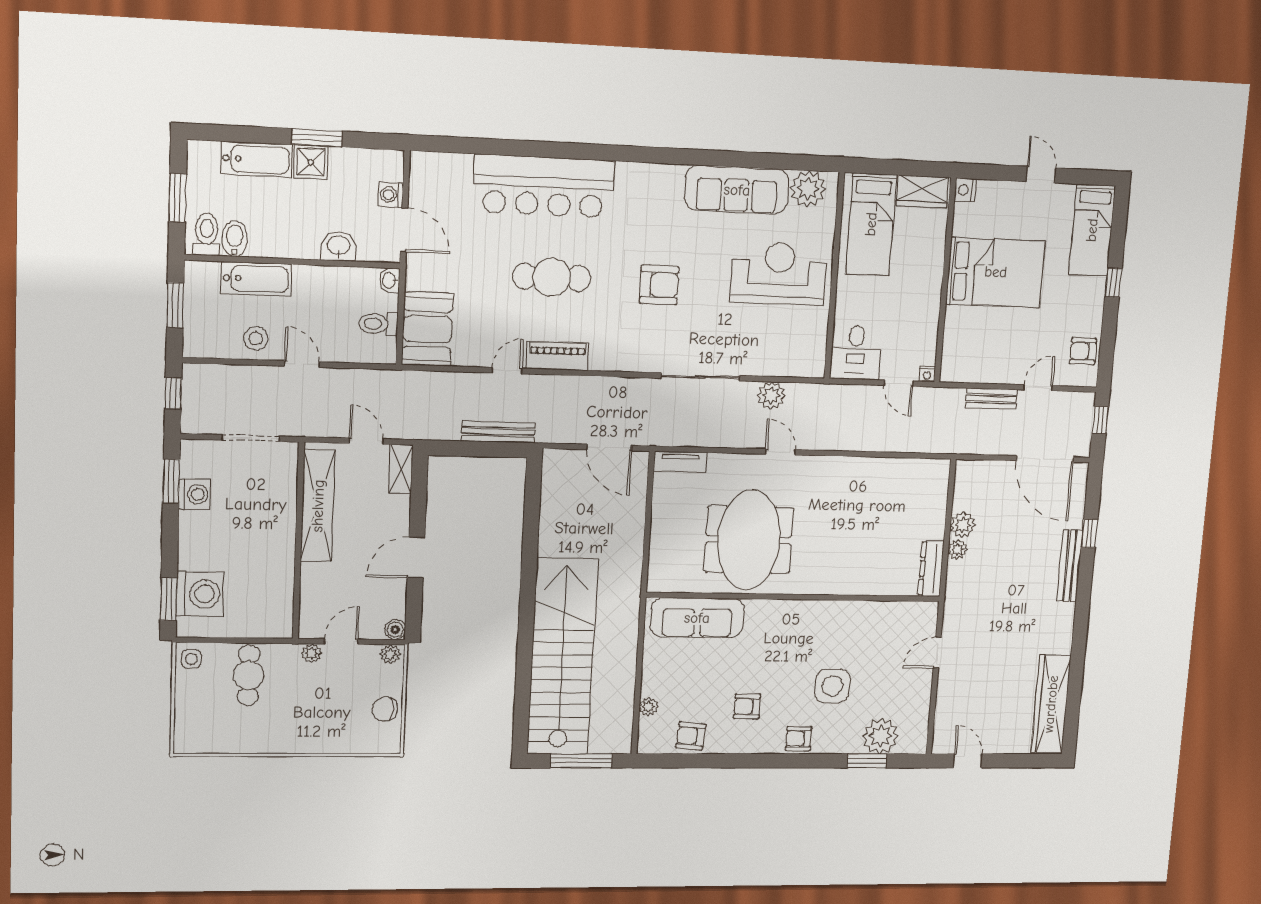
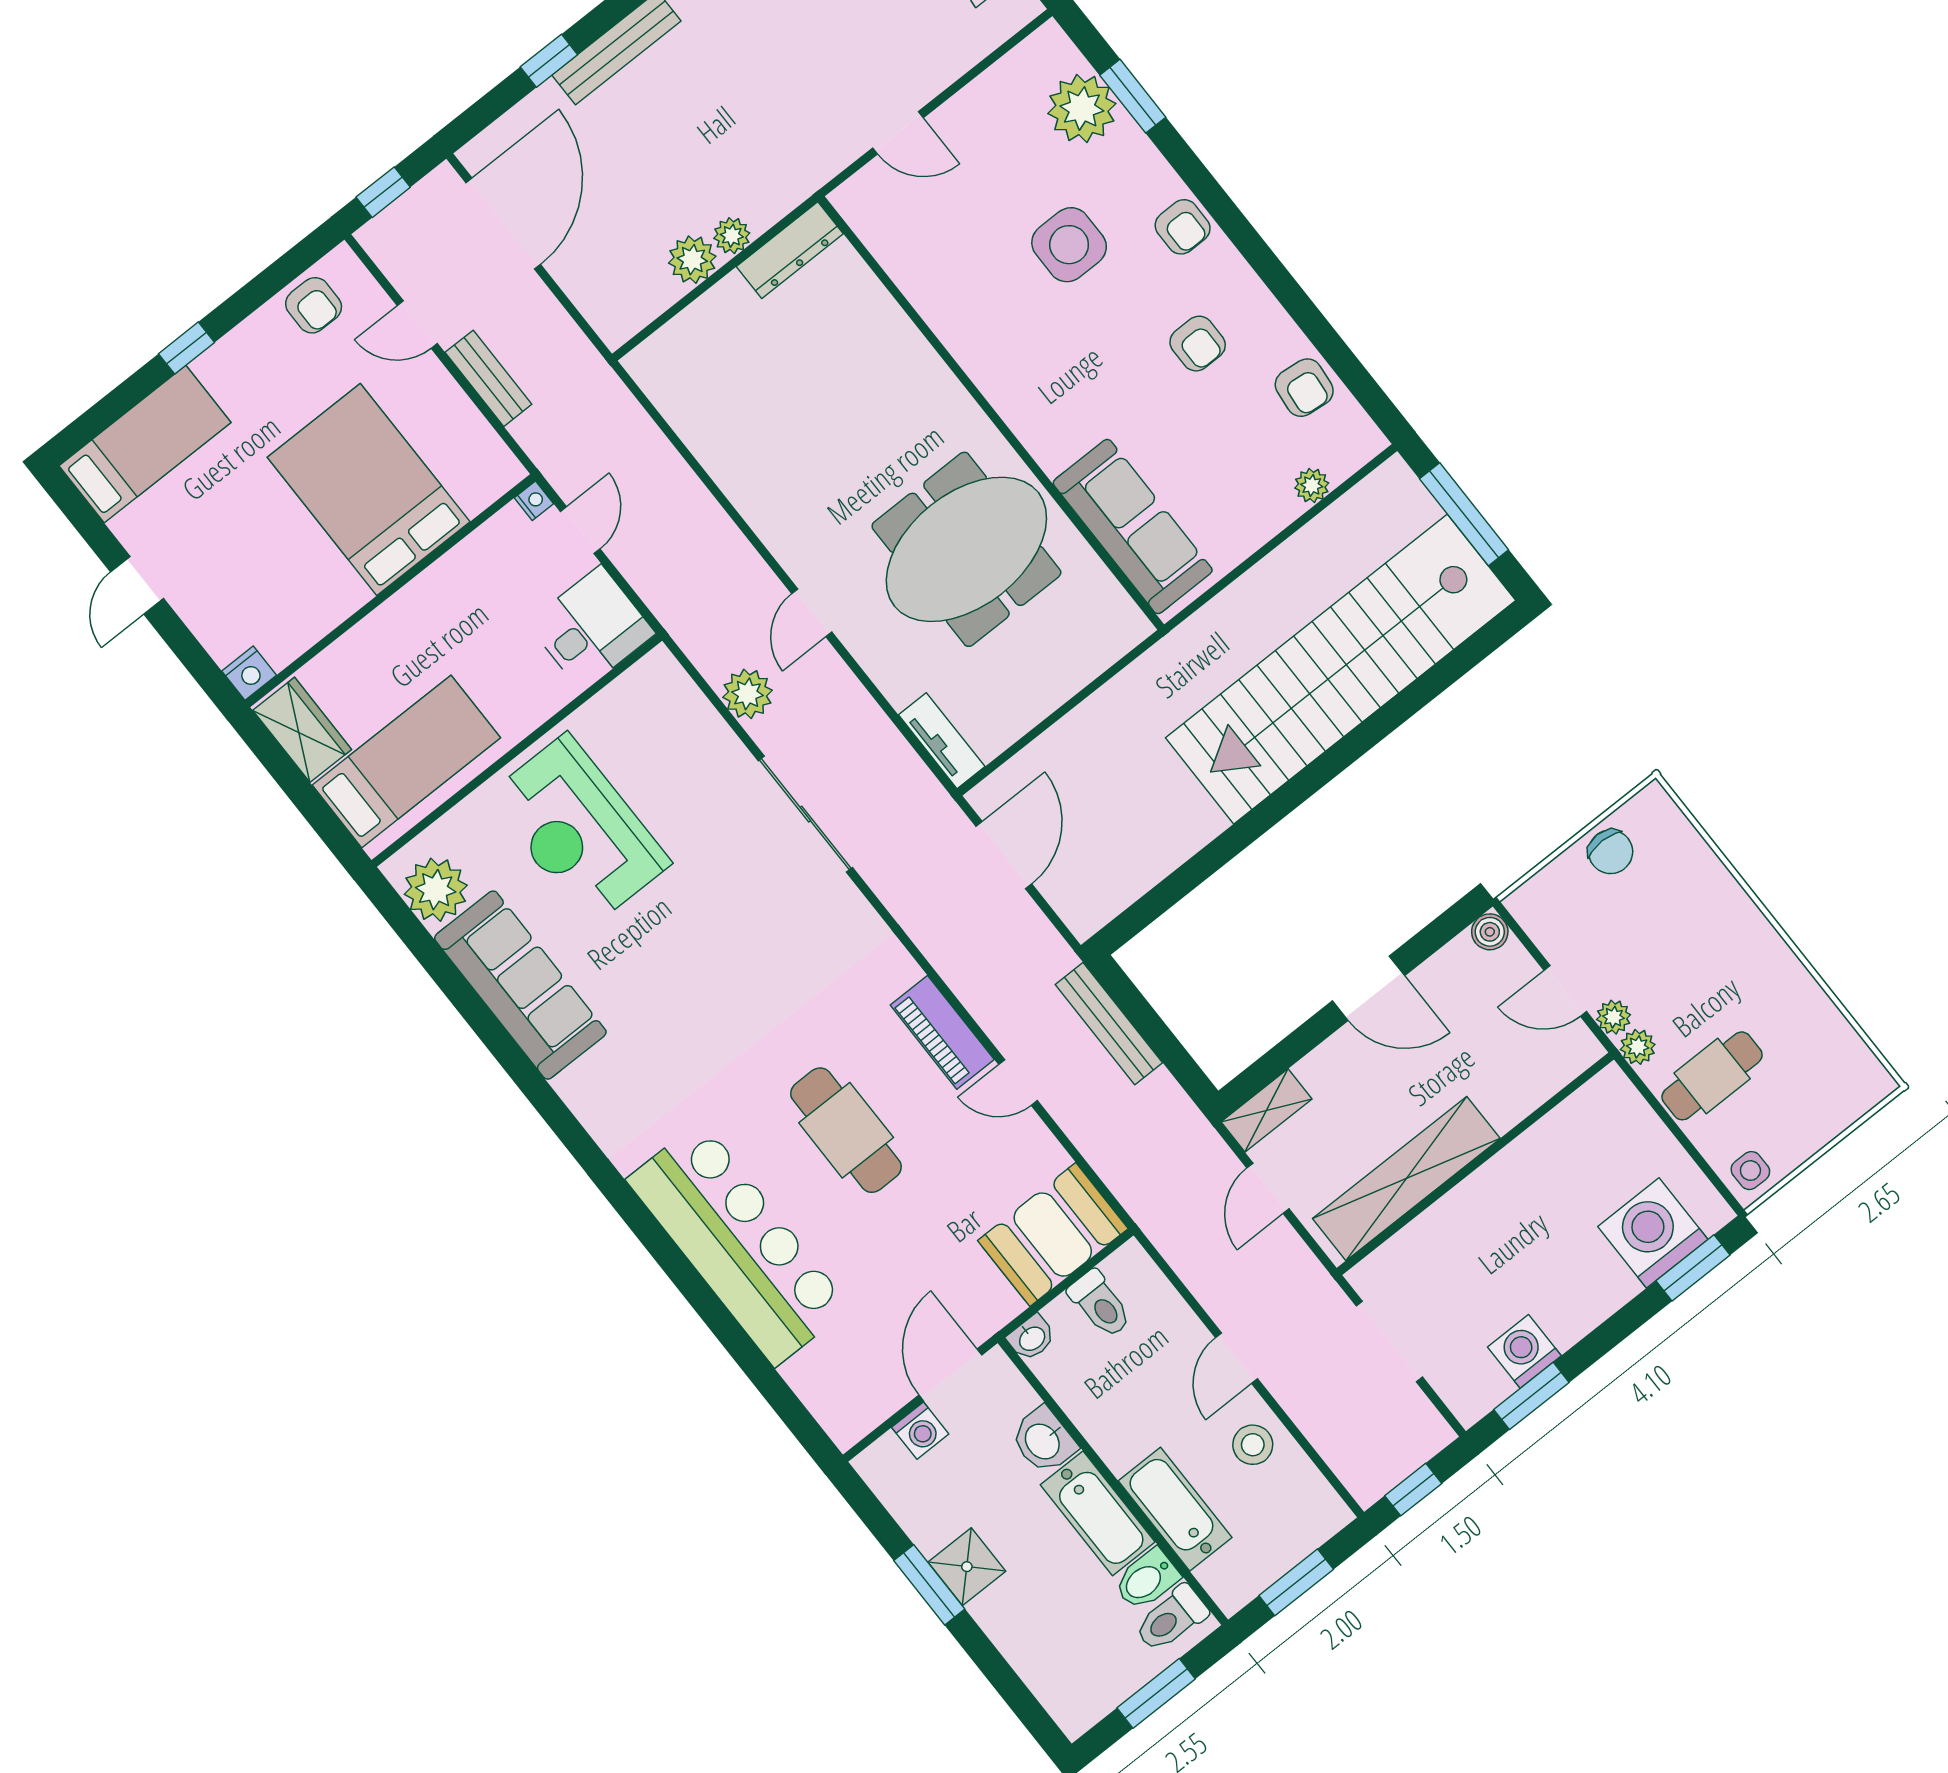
bathtub: (257, 159) -> (1098, 1513), moved, turned 180
bed: (996, 272) -> (369, 490), moved
armchair: (659, 285) -> (733, 979), removed
plant: (390, 654) -> (1638, 1047), moved

